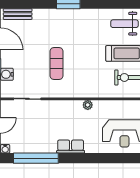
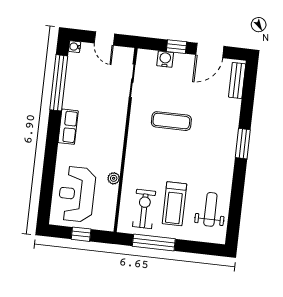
plant: (88, 105) -> (114, 178), moved

